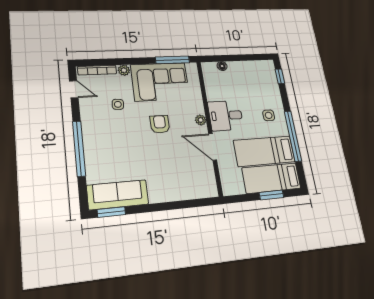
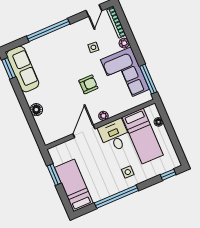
bed: (264, 151) -> (143, 136), moved, turned 180
floor lamp: (173, 194) -> (36, 110), added
window: (272, 195) -> (54, 175), moved

